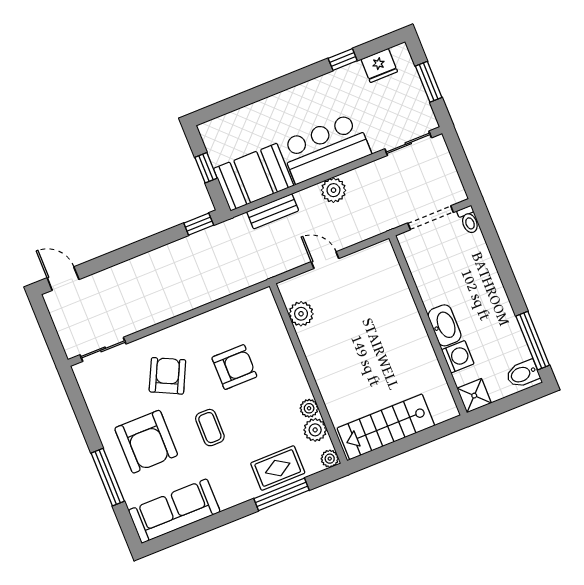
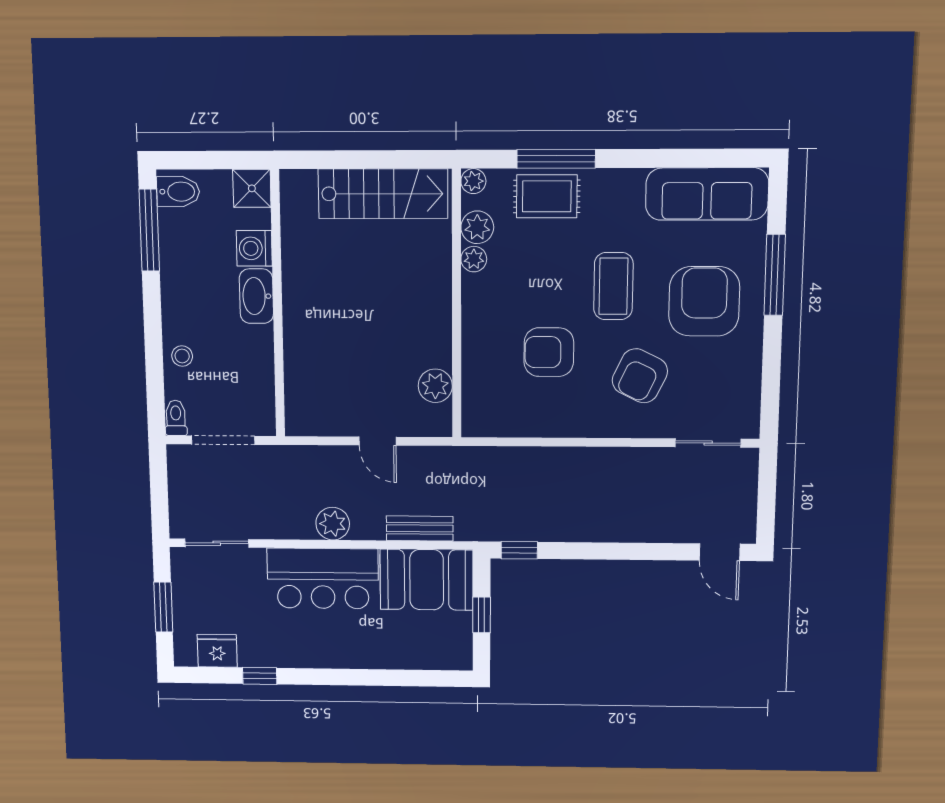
stool: (480, 265) -> (182, 356), added
coffee table: (210, 428) -> (613, 286), width x1.36, depth x1.30

